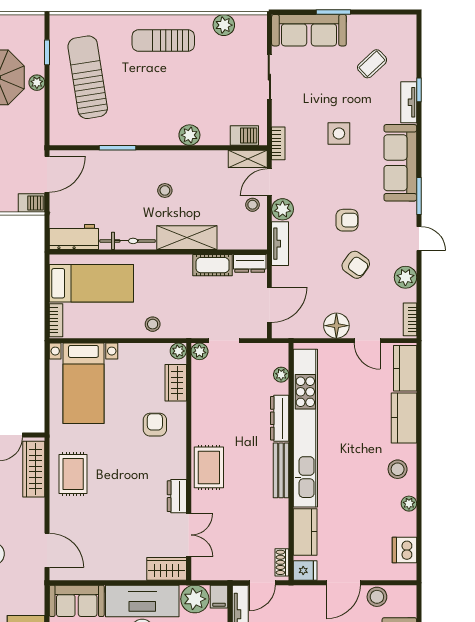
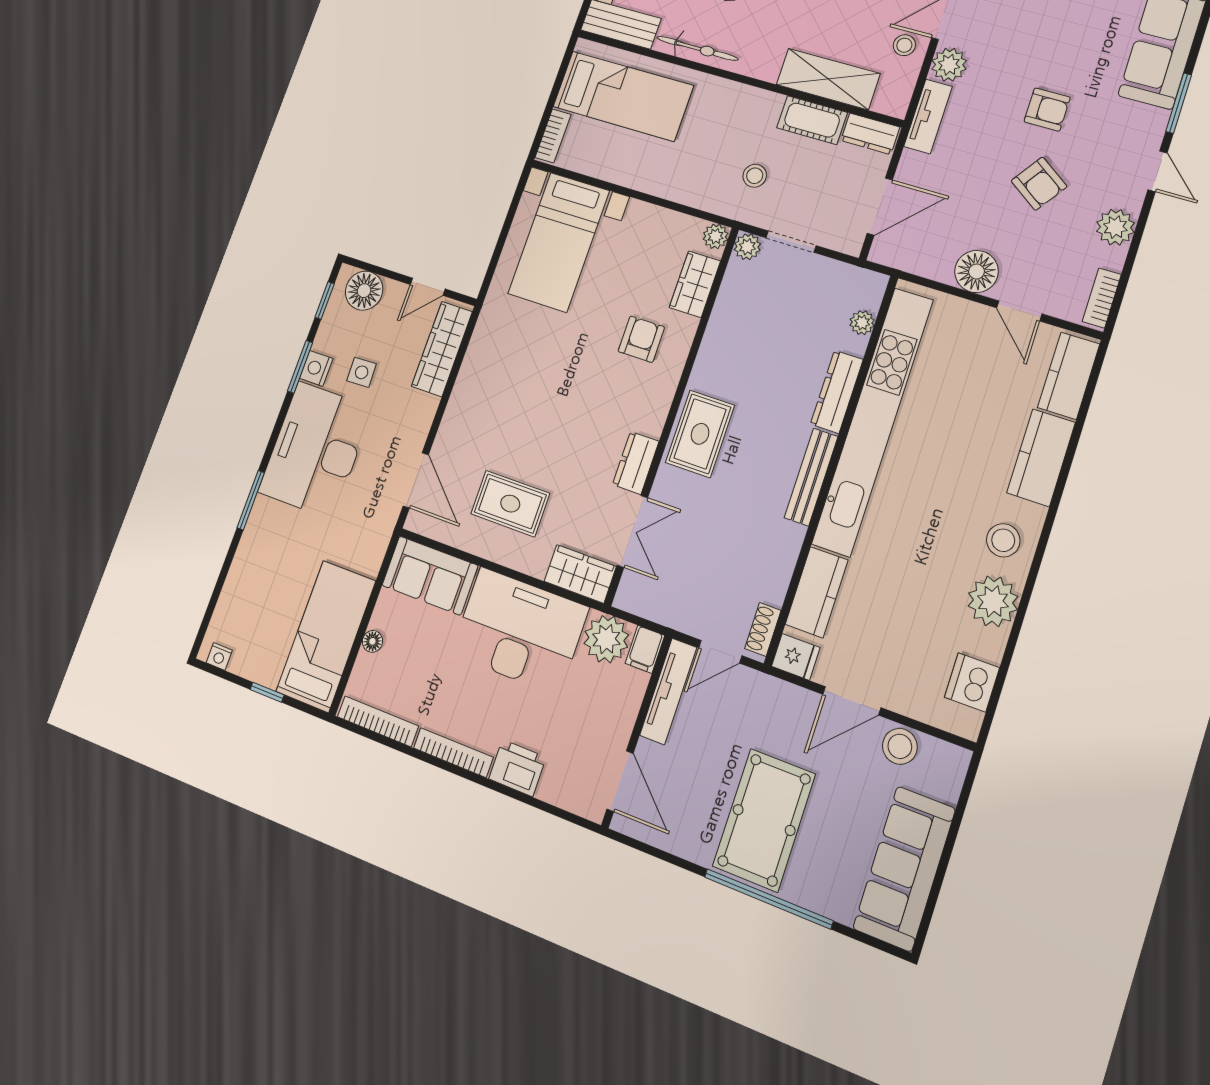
shelving: (187, 238) -> (828, 79), moved
stool: (153, 324) -> (755, 176), moved
rug: (73, 474) -> (510, 504), moved, turned 90
plant: (409, 504) -> (993, 601), width x1.87, depth x1.87

